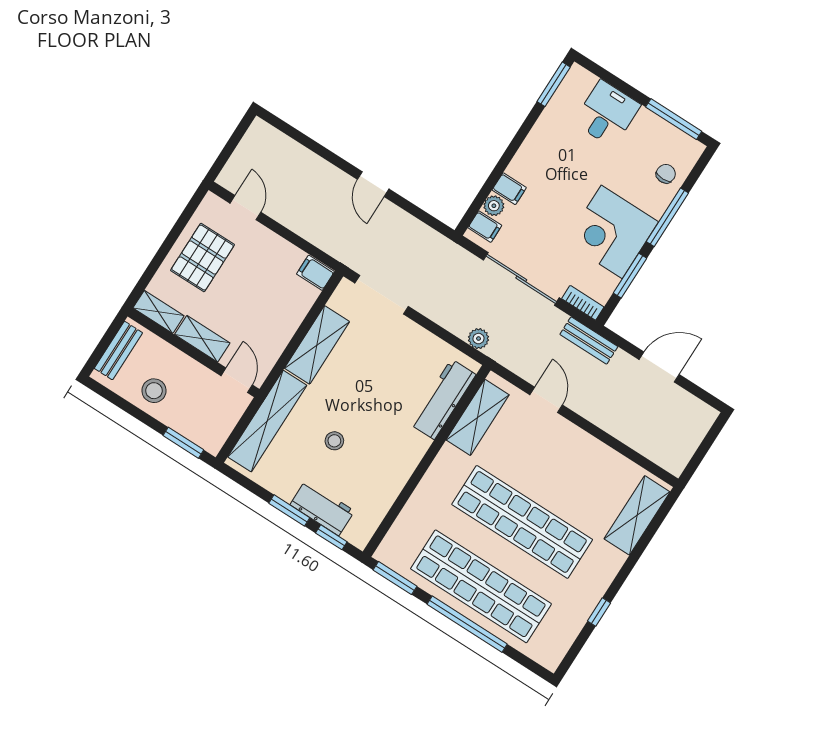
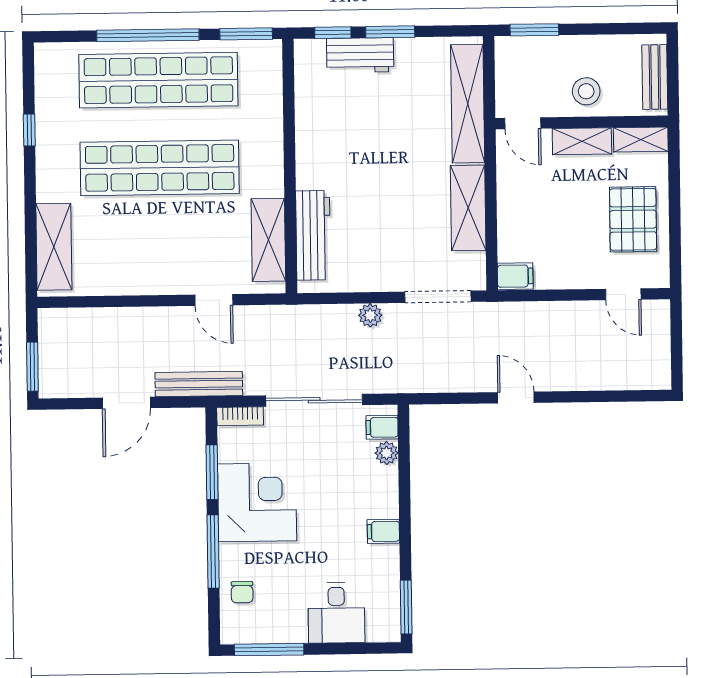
filing cabinet: (509, 189) -> (383, 531), moved
plant: (479, 339) -> (370, 315), moved
bench: (589, 341) -> (199, 384), width x1.36
stool: (154, 391) -> (586, 91), moved
window: (710, 438) -> (32, 367), added
stool: (334, 441) -> (391, 127), removed

